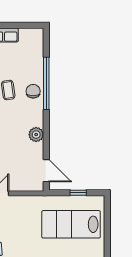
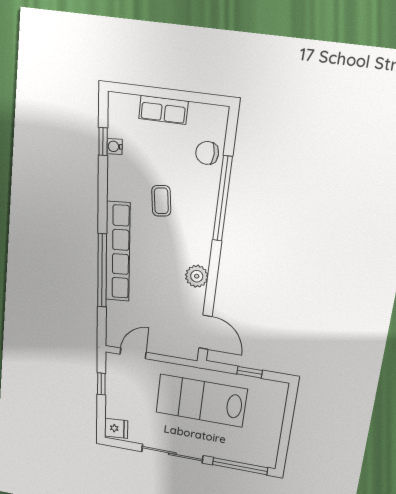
chair: (33, 91) -> (207, 153), moved, turned -90
lab bench: (71, 224) -> (201, 401), moved

